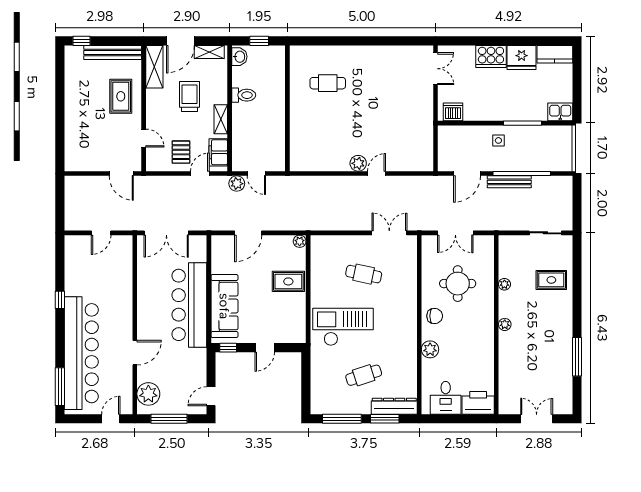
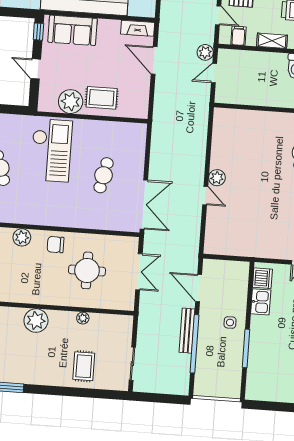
kitchen sink: (560, 112) -> (261, 302), moved
filing cabinet: (218, 152) -> (238, 36), width x0.50
double door: (389, 233) -> (144, 205), width x1.37
double door: (455, 233) -> (139, 272), swing flipped
plant: (300, 241) -> (71, 102), moved, width x1.88, depth x1.88
fireplace: (218, 251) -> (138, 28), added
rug: (288, 281) -> (102, 98), turned 90
sofa: (224, 306) -> (73, 30), width x0.73
chair: (435, 316) -> (56, 245), turned 90
plant: (505, 324) -> (36, 321), width x1.88, depth x1.88

